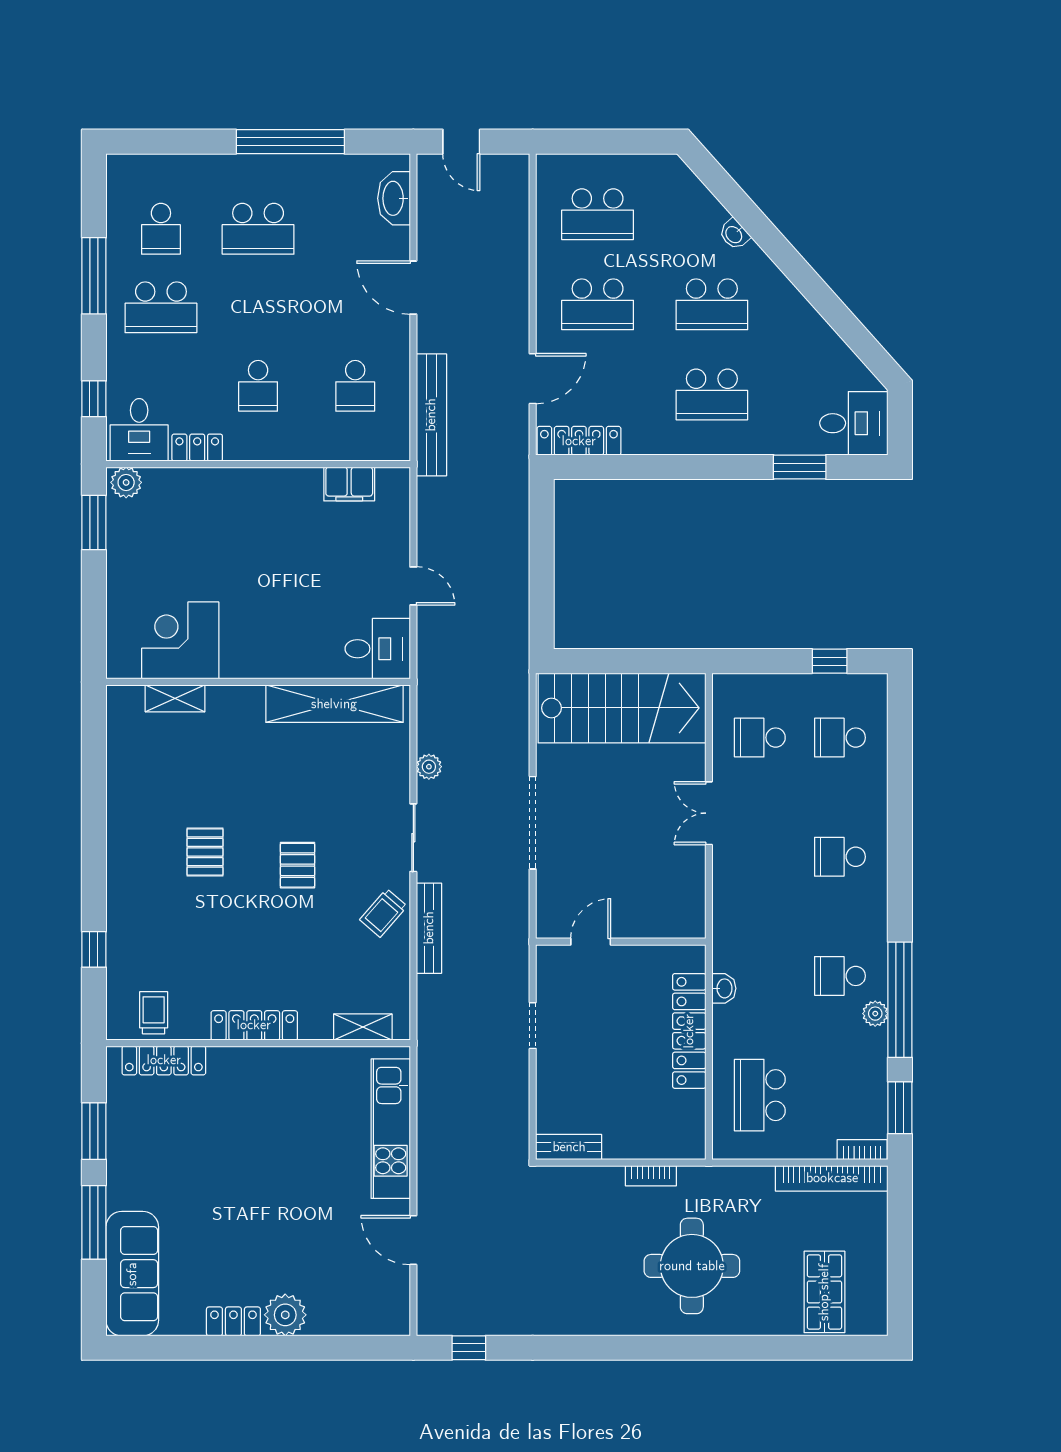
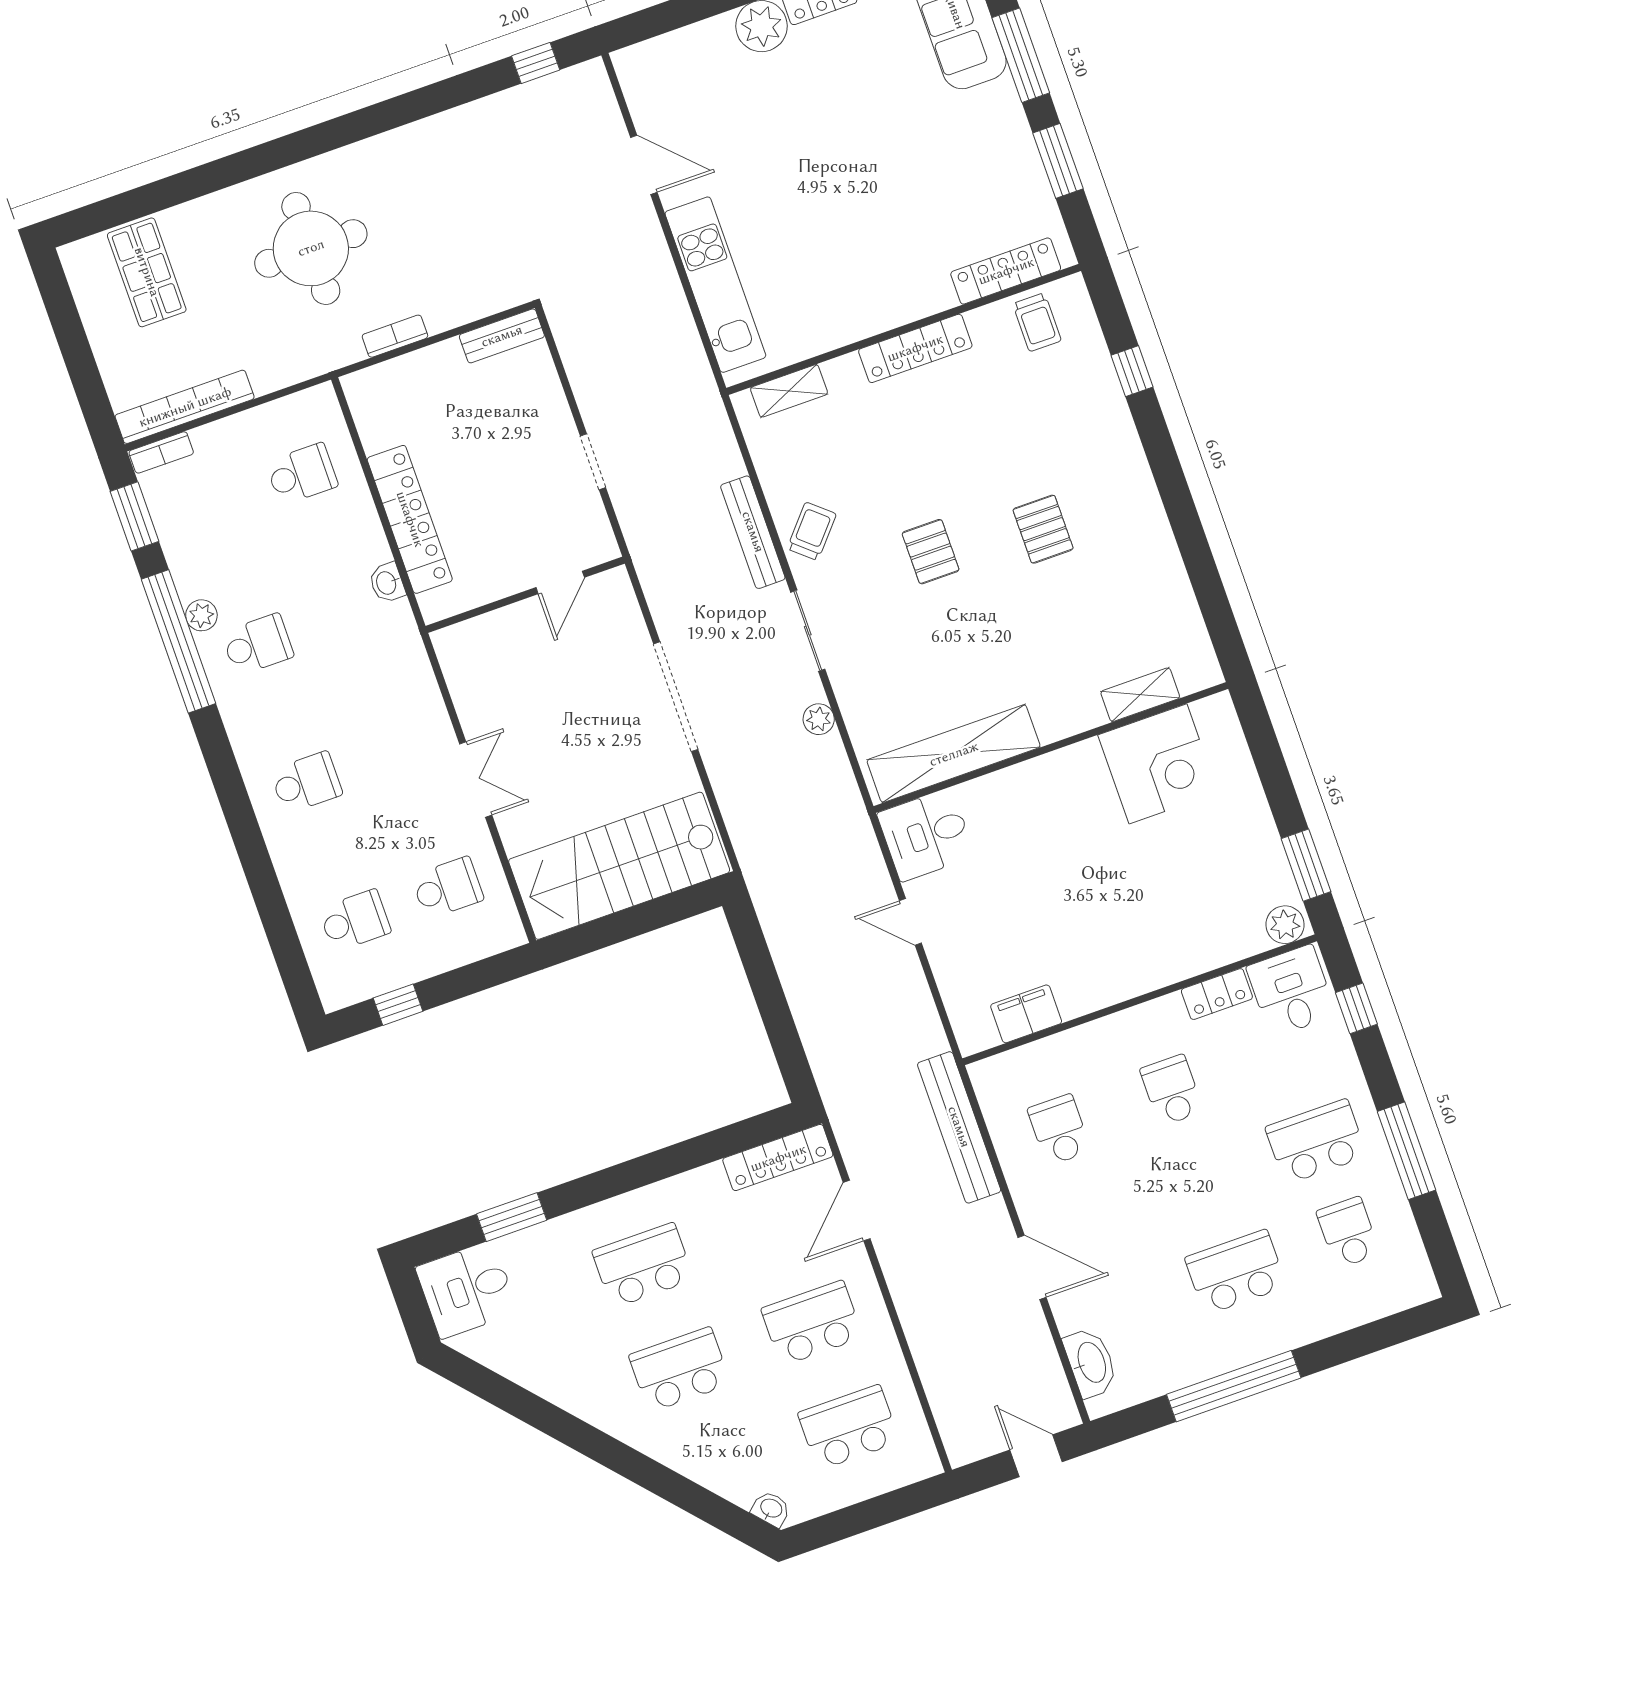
washbasin: (734, 234) -> (771, 1509), moved
school desk: (760, 1095) -> (302, 474), width x0.54

